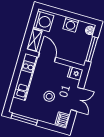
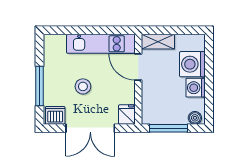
washing machine: (43, 21) -> (192, 64), moved, turned 90
door: (47, 57) -> (138, 67), swing flipped
double door: (77, 99) -> (90, 128), width x1.37
window: (24, 119) -> (40, 86), moved

